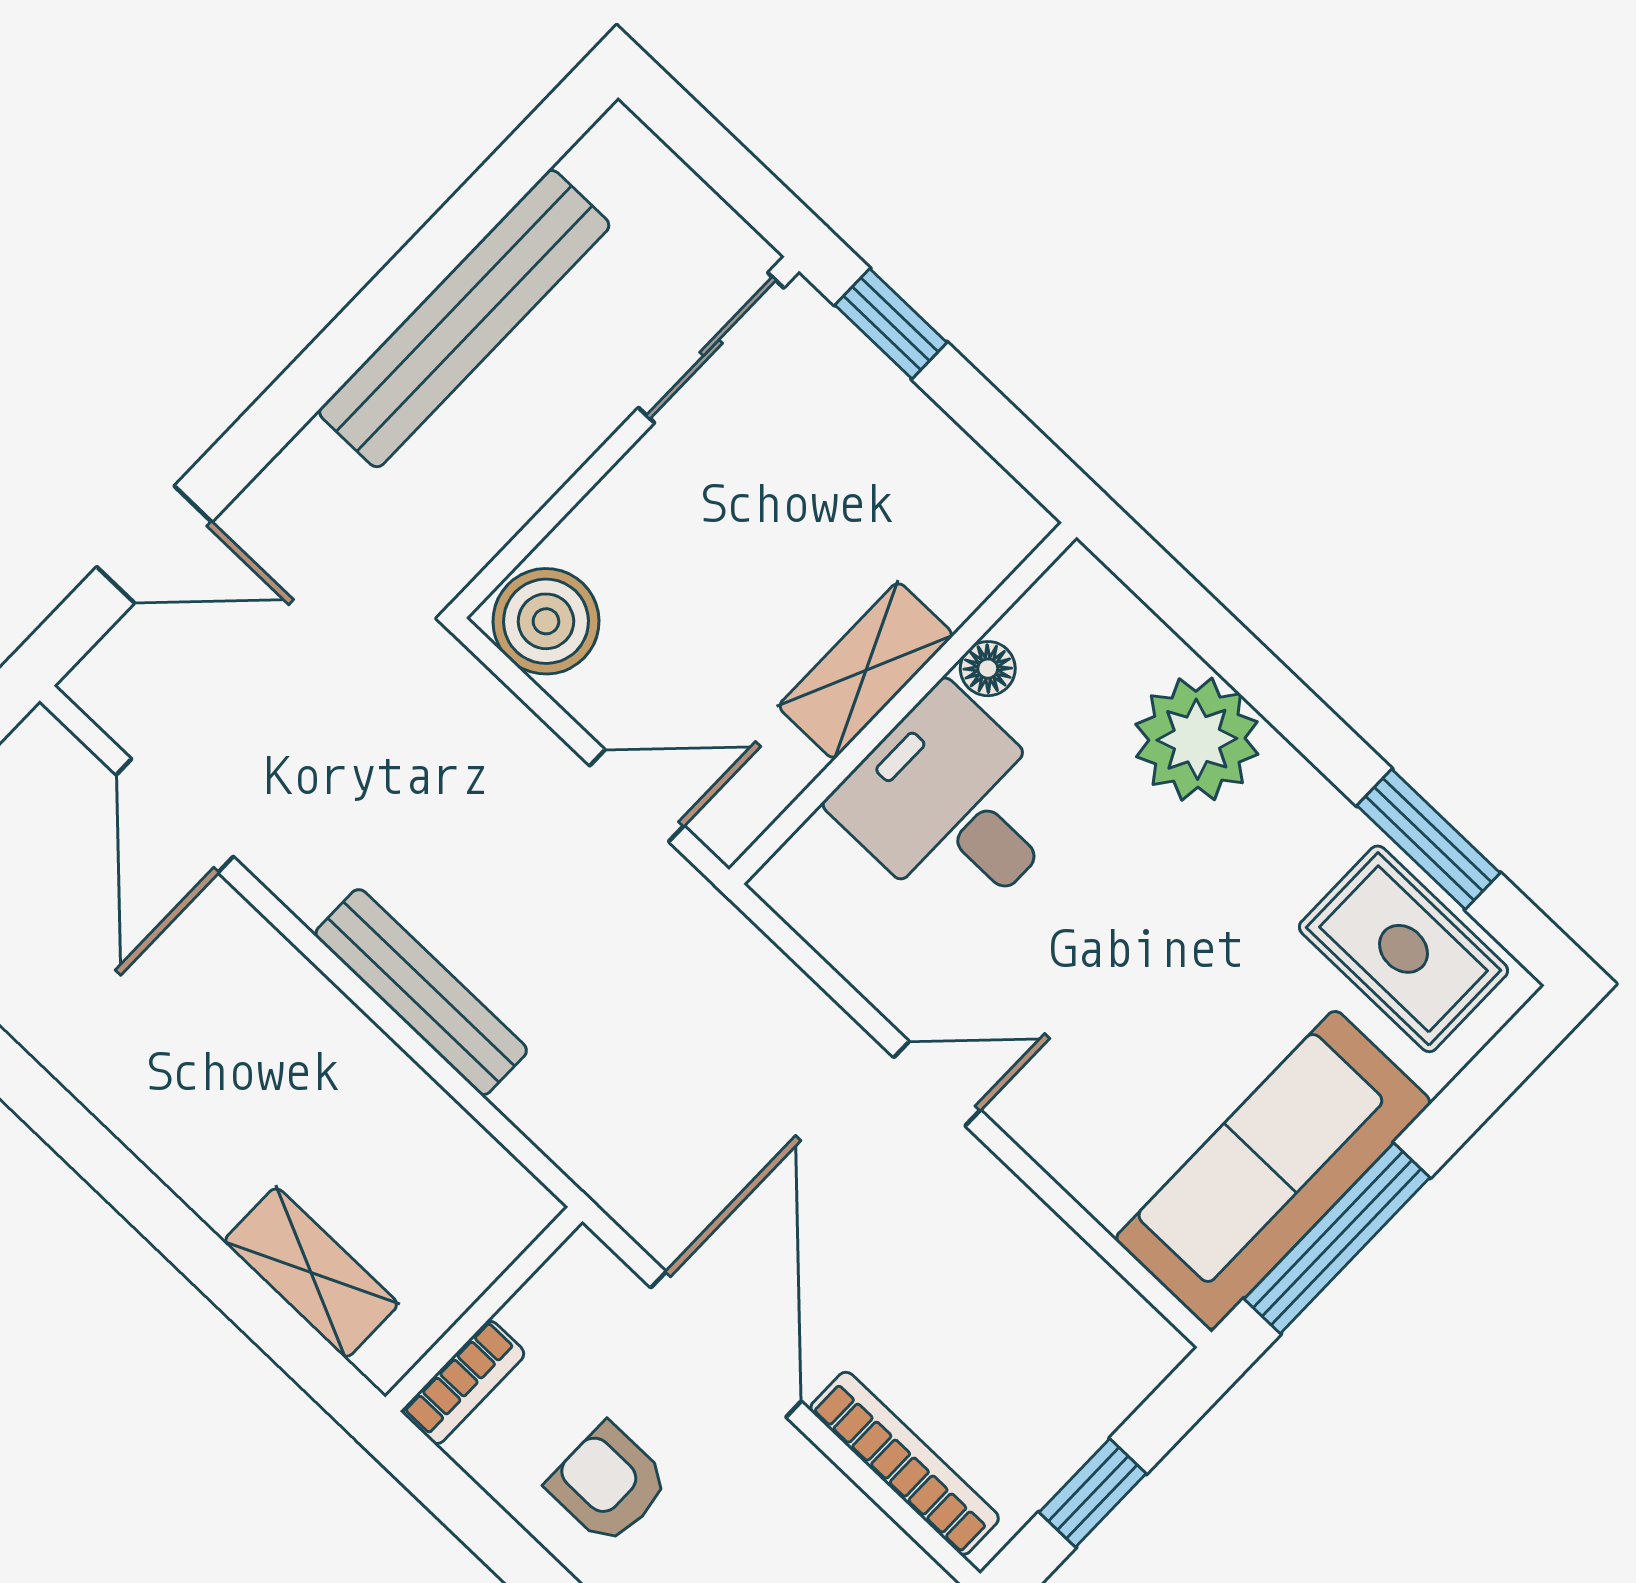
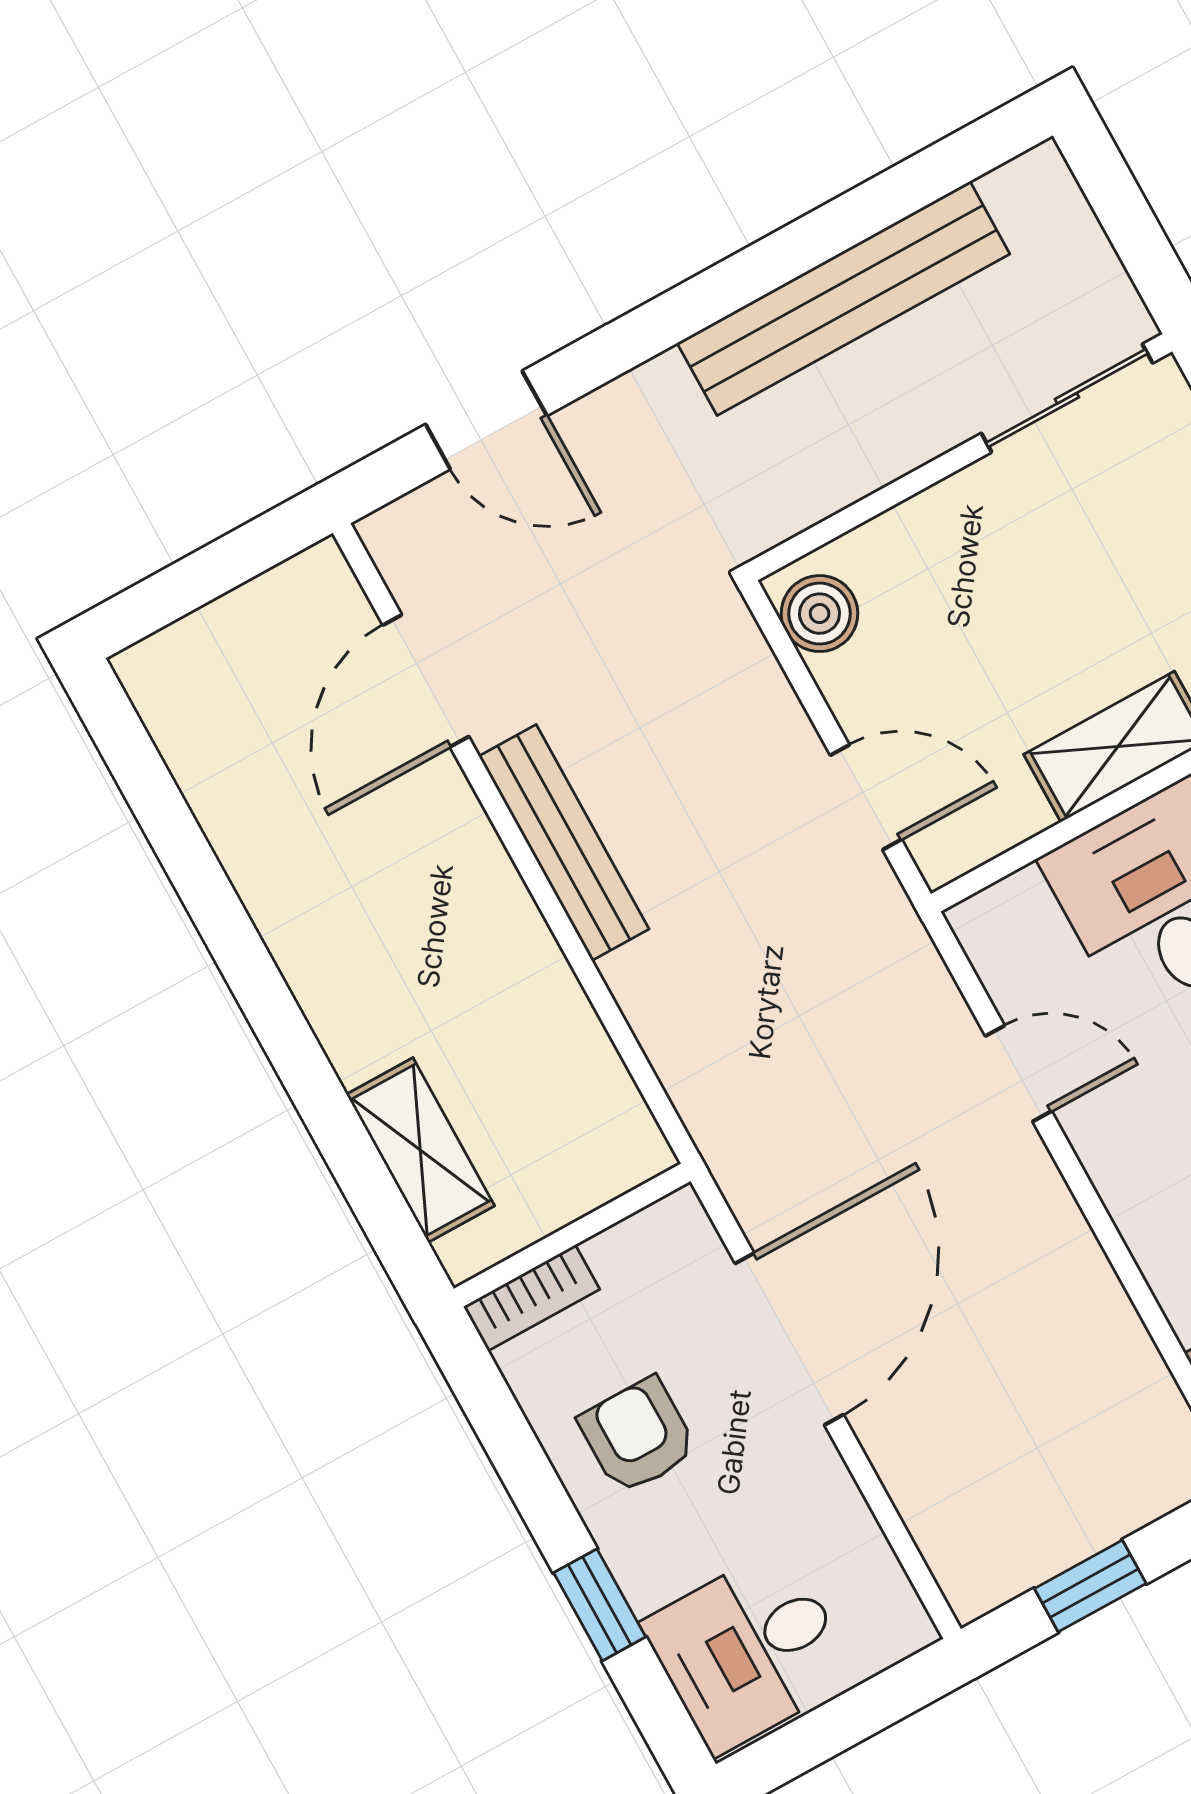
boiler: (546, 621) -> (820, 614), width x0.73, depth x0.73
bench: (421, 992) -> (564, 843), moved
door: (937, 1084) -> (1019, 1074), moved
bookcase: (905, 1463) -> (922, 1503), removed

